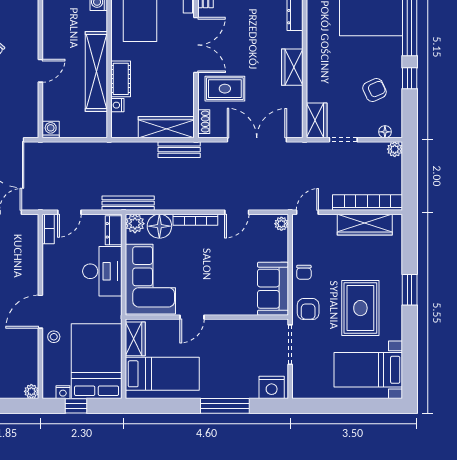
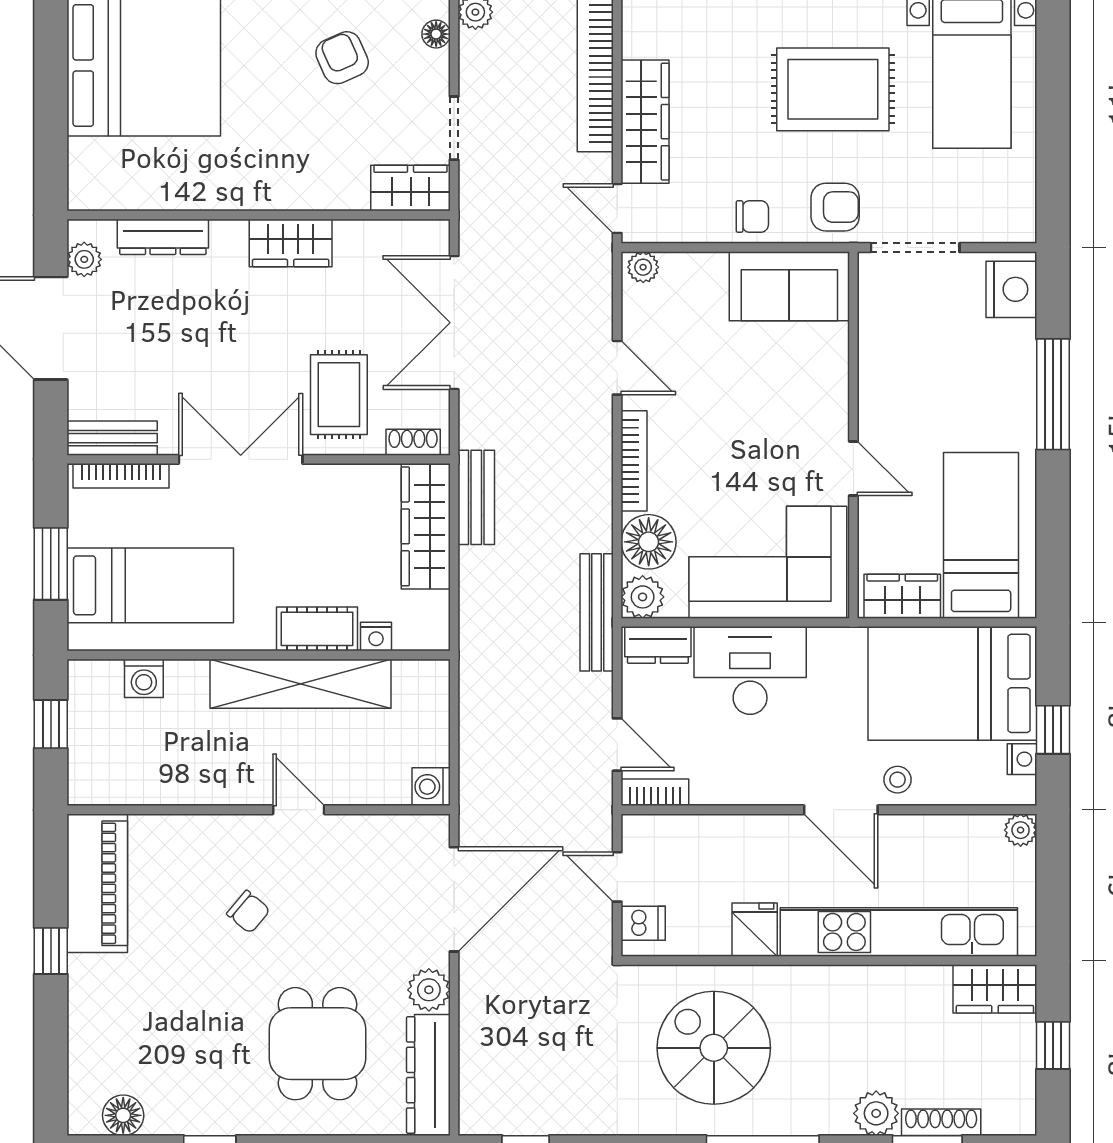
wardrobe: (365, 225) -> (645, 122), moved

